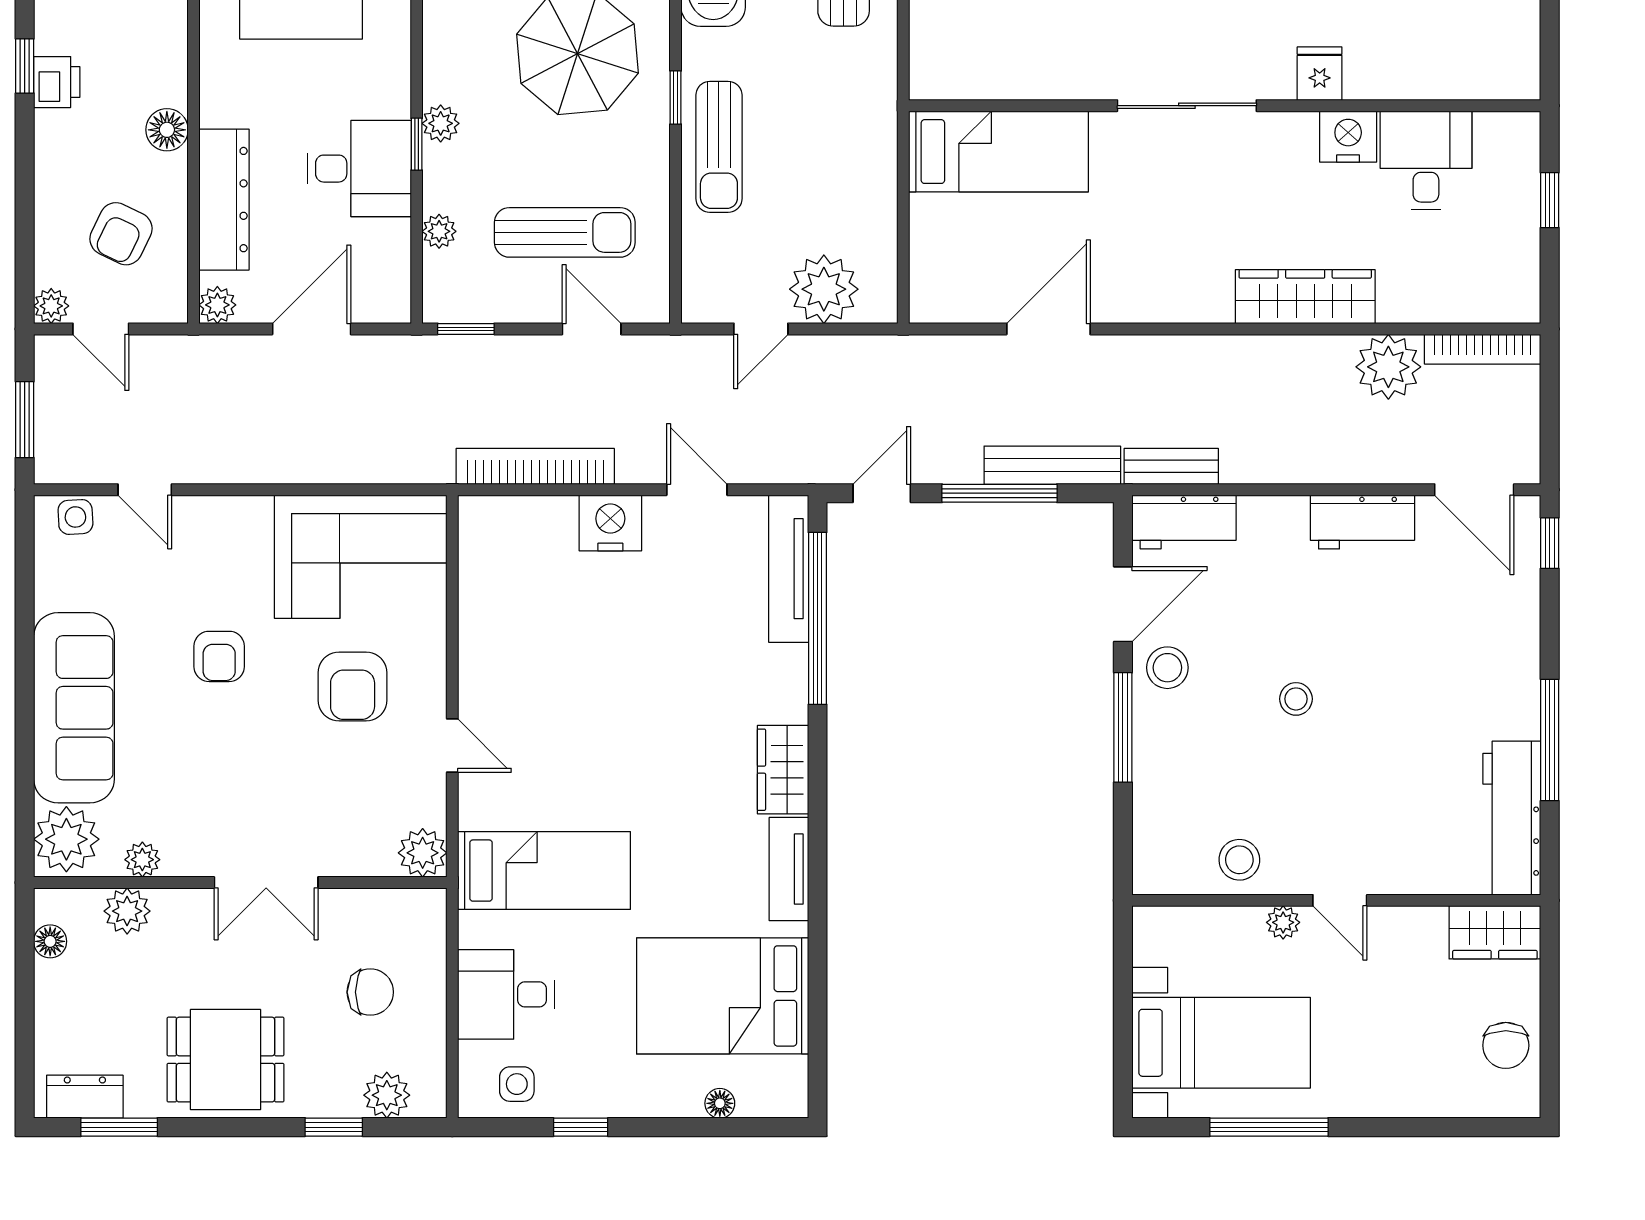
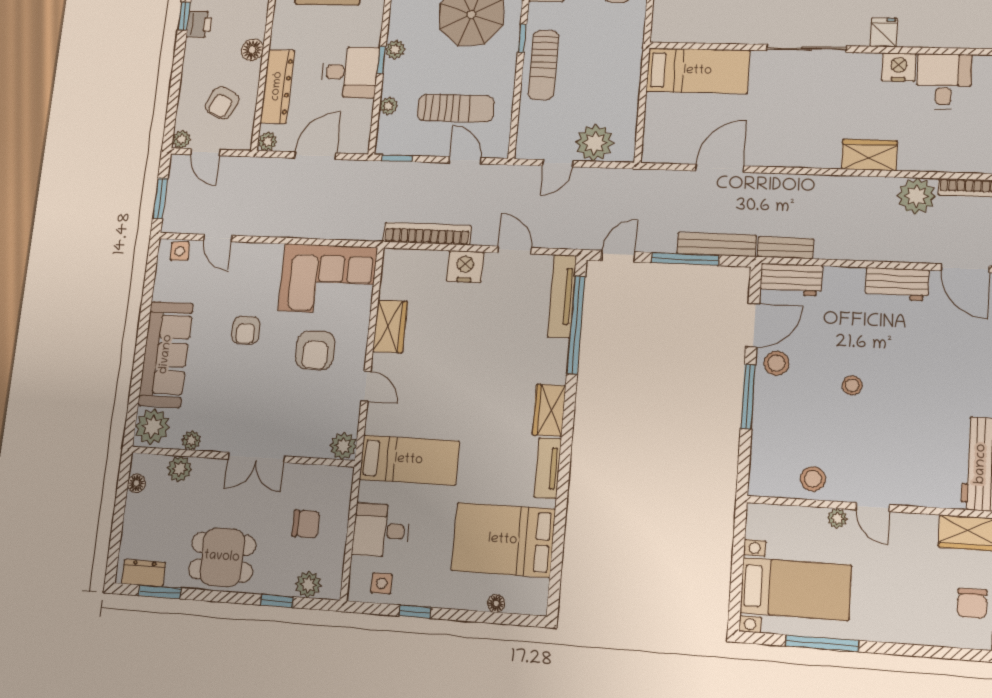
wardrobe: (1305, 297) -> (869, 155), width x0.67
wardrobe: (485, 637) -> (390, 326), added

